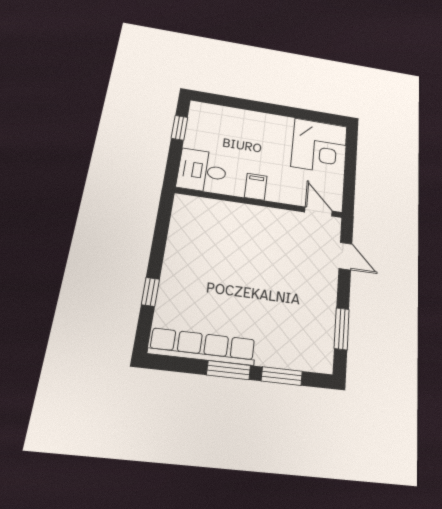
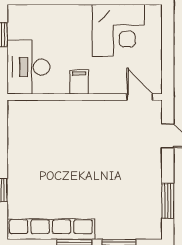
corner desk: (319, 146) -> (118, 30), moved
desk: (202, 171) -> (28, 67), width x1.37

